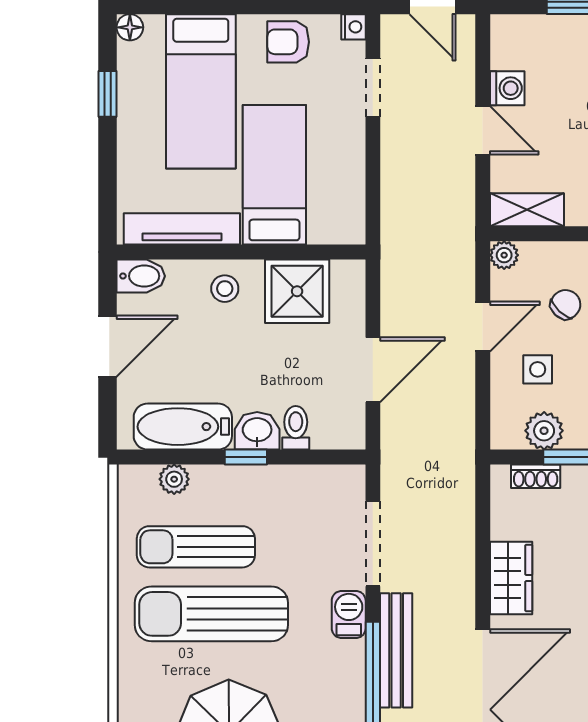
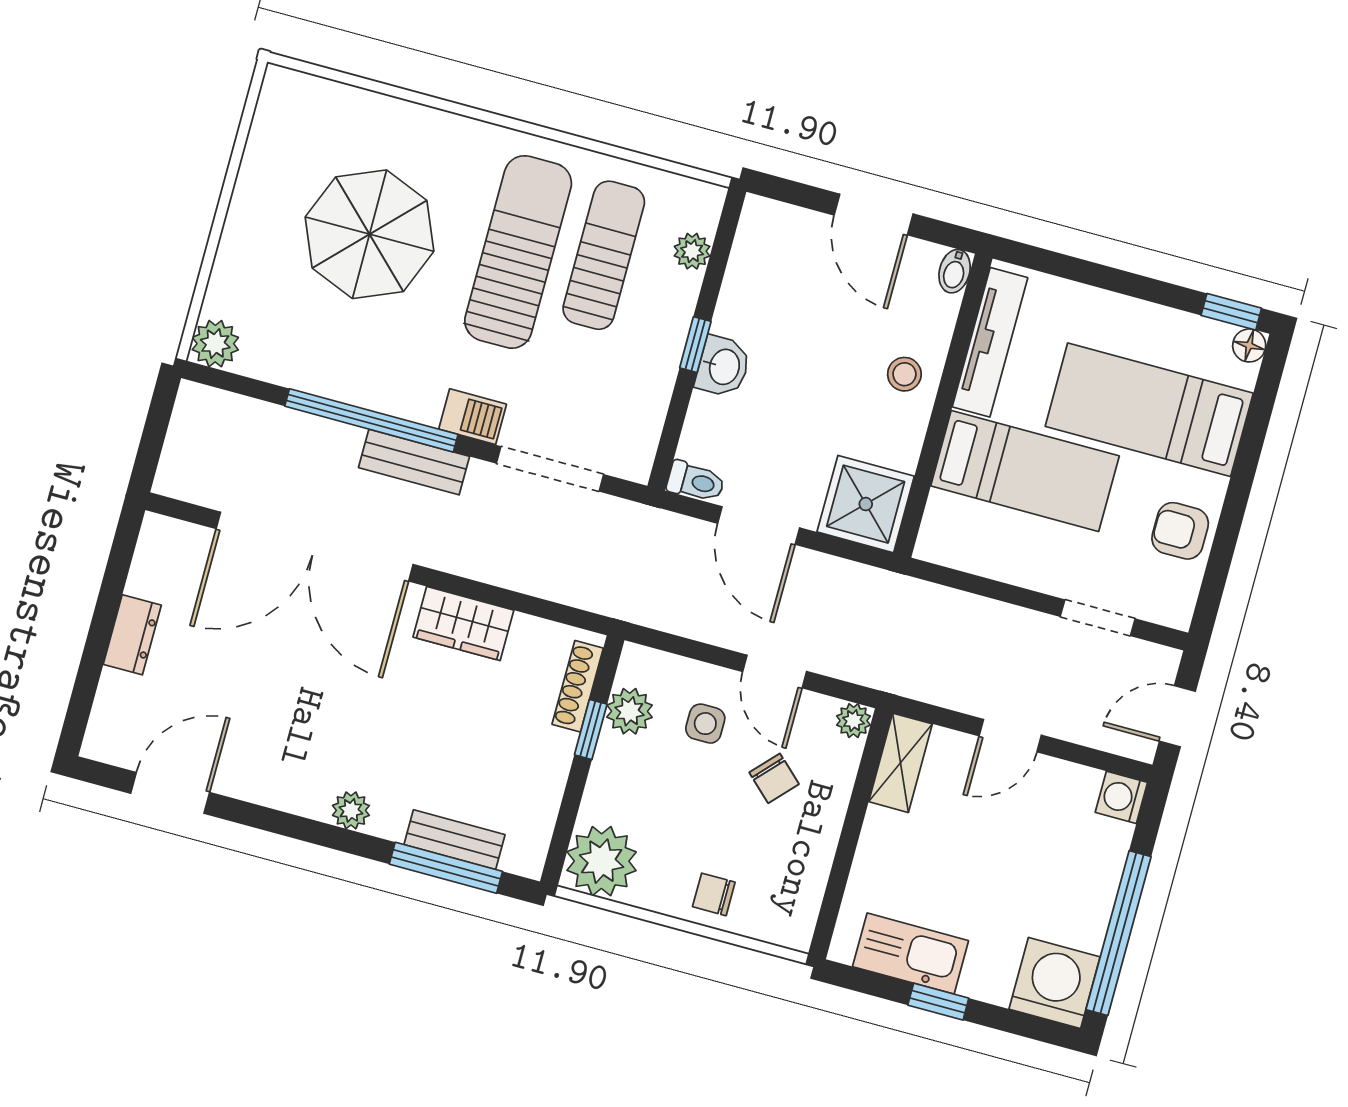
nightstand: (353, 27) -> (1177, 614), removed
armchair: (288, 42) -> (1180, 531), turned -90
washing machine: (507, 88) -> (1121, 797), moved, turned 90
window: (107, 94) -> (1231, 312), moved
bidet: (141, 276) -> (955, 271), width x0.72, depth x0.74
shower: (297, 291) -> (866, 504), moved
bathtub: (183, 427) -> (752, 279), removed
toilet: (296, 428) -> (696, 482), moved
shoe rack: (536, 476) -> (578, 686), width x1.43
bench: (396, 650) -> (414, 462), width x0.73

